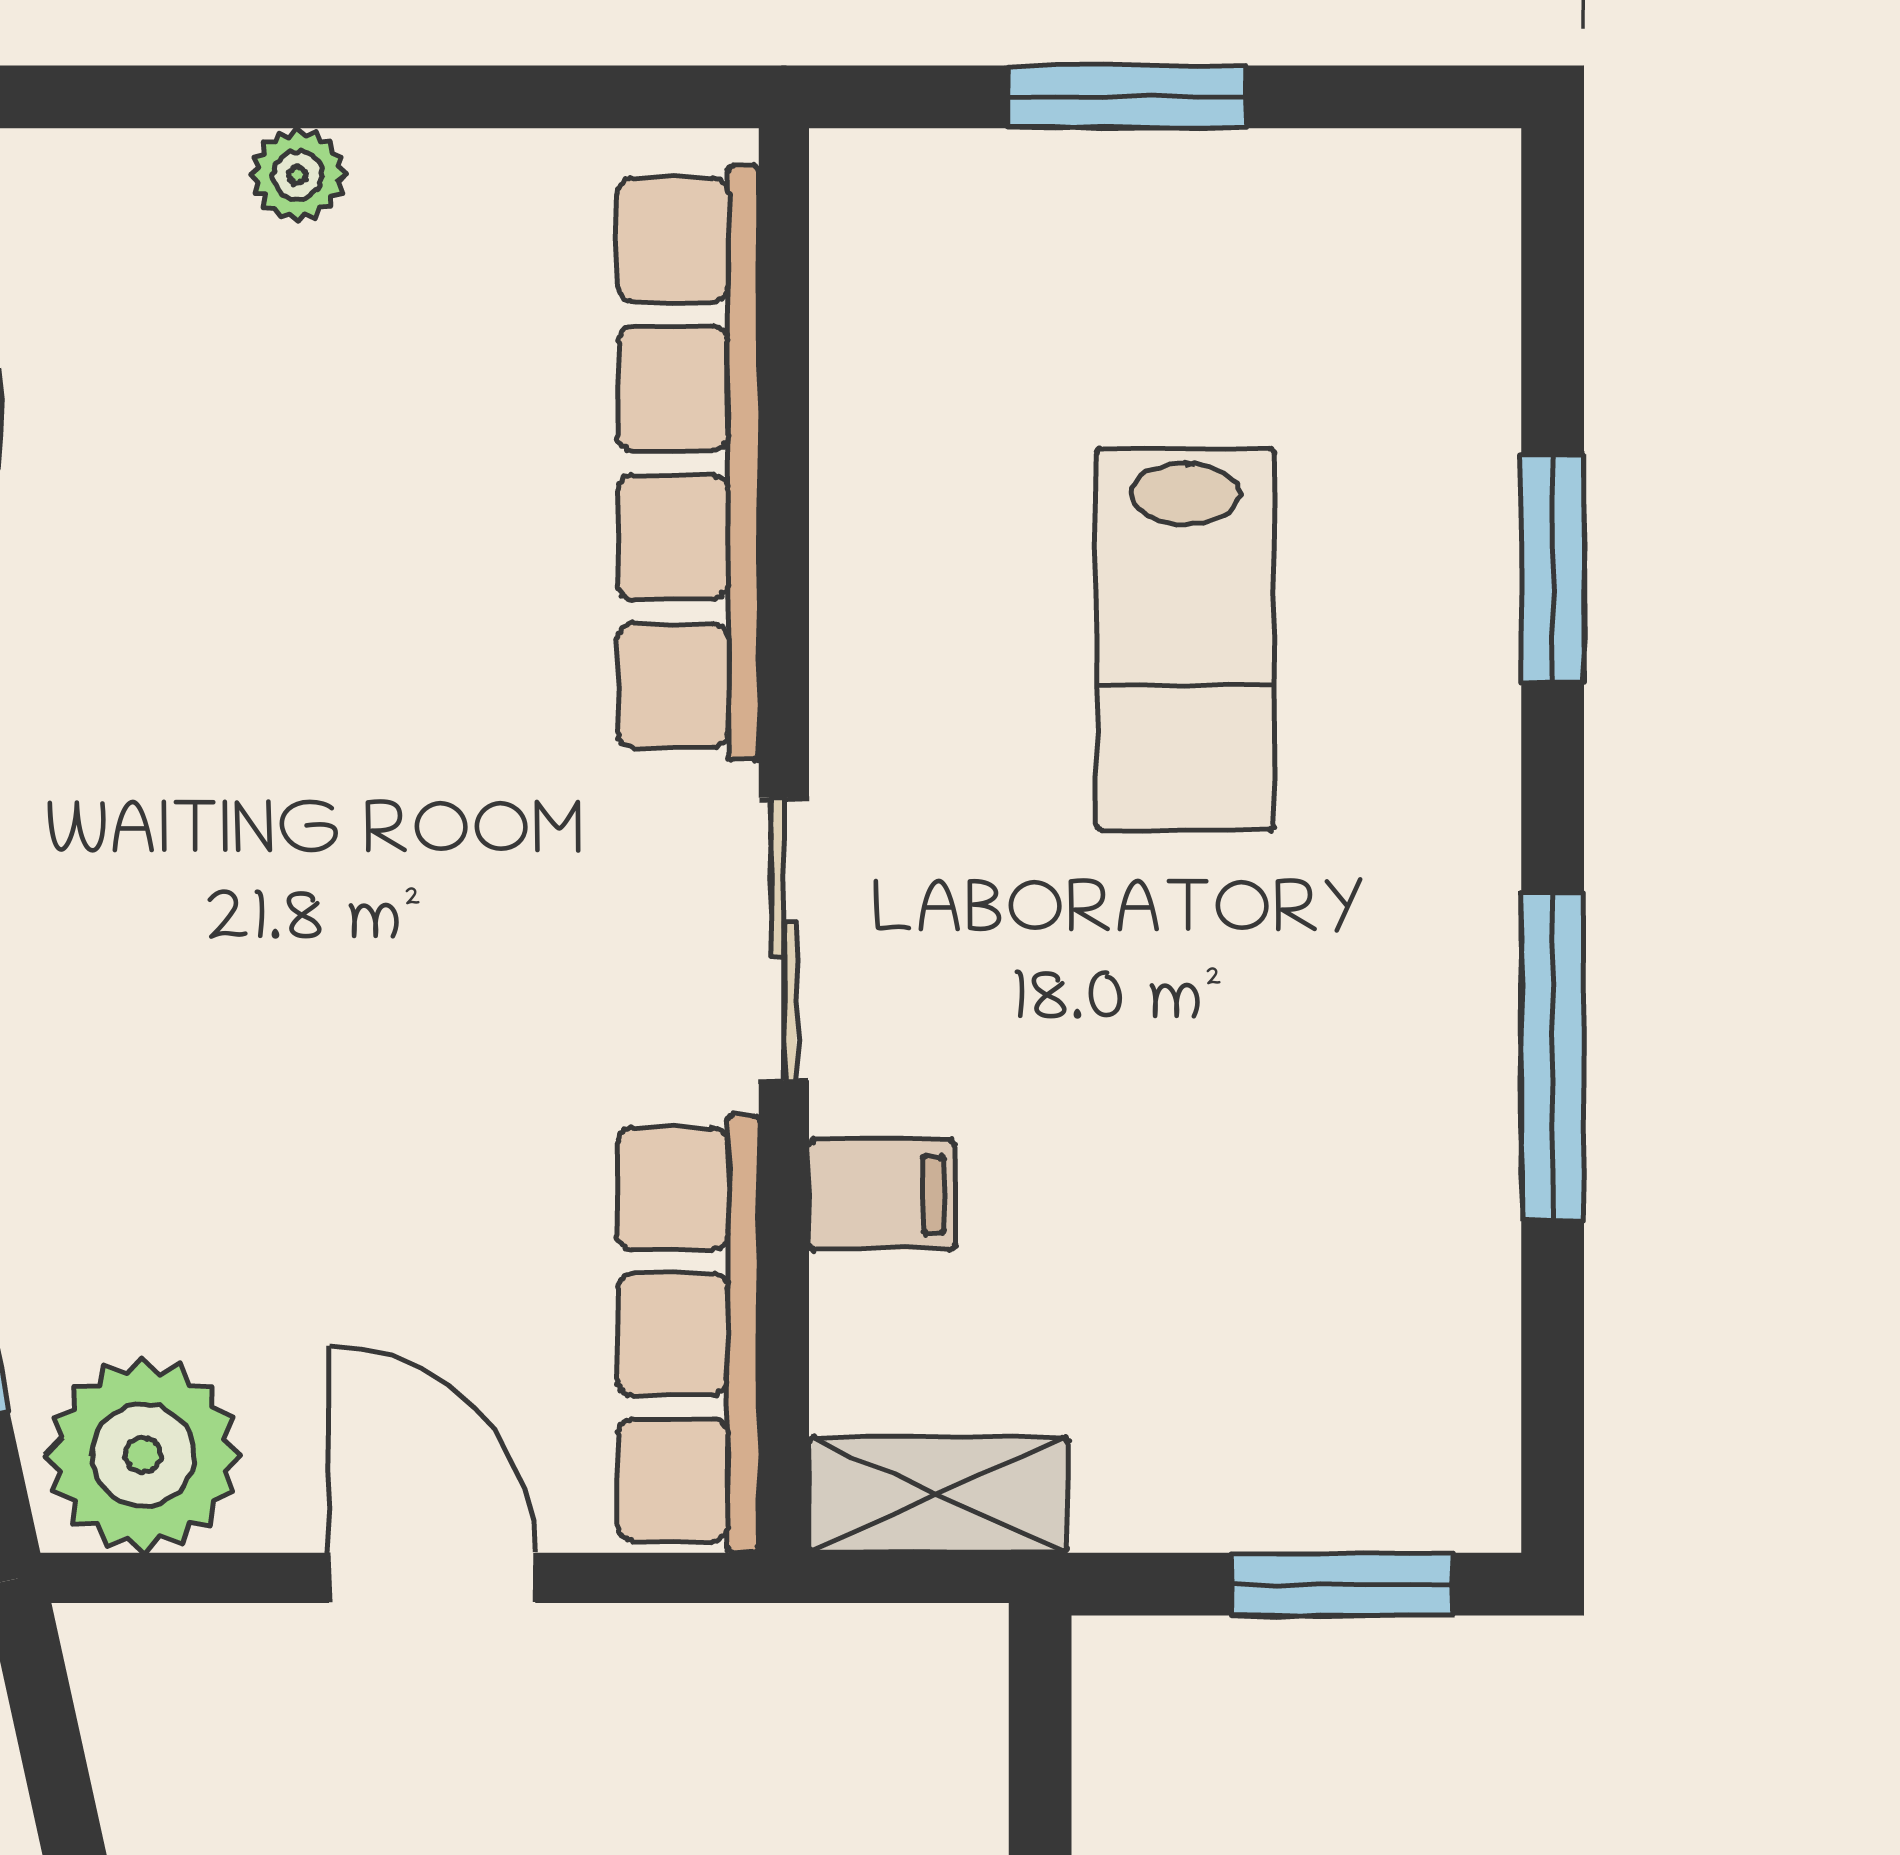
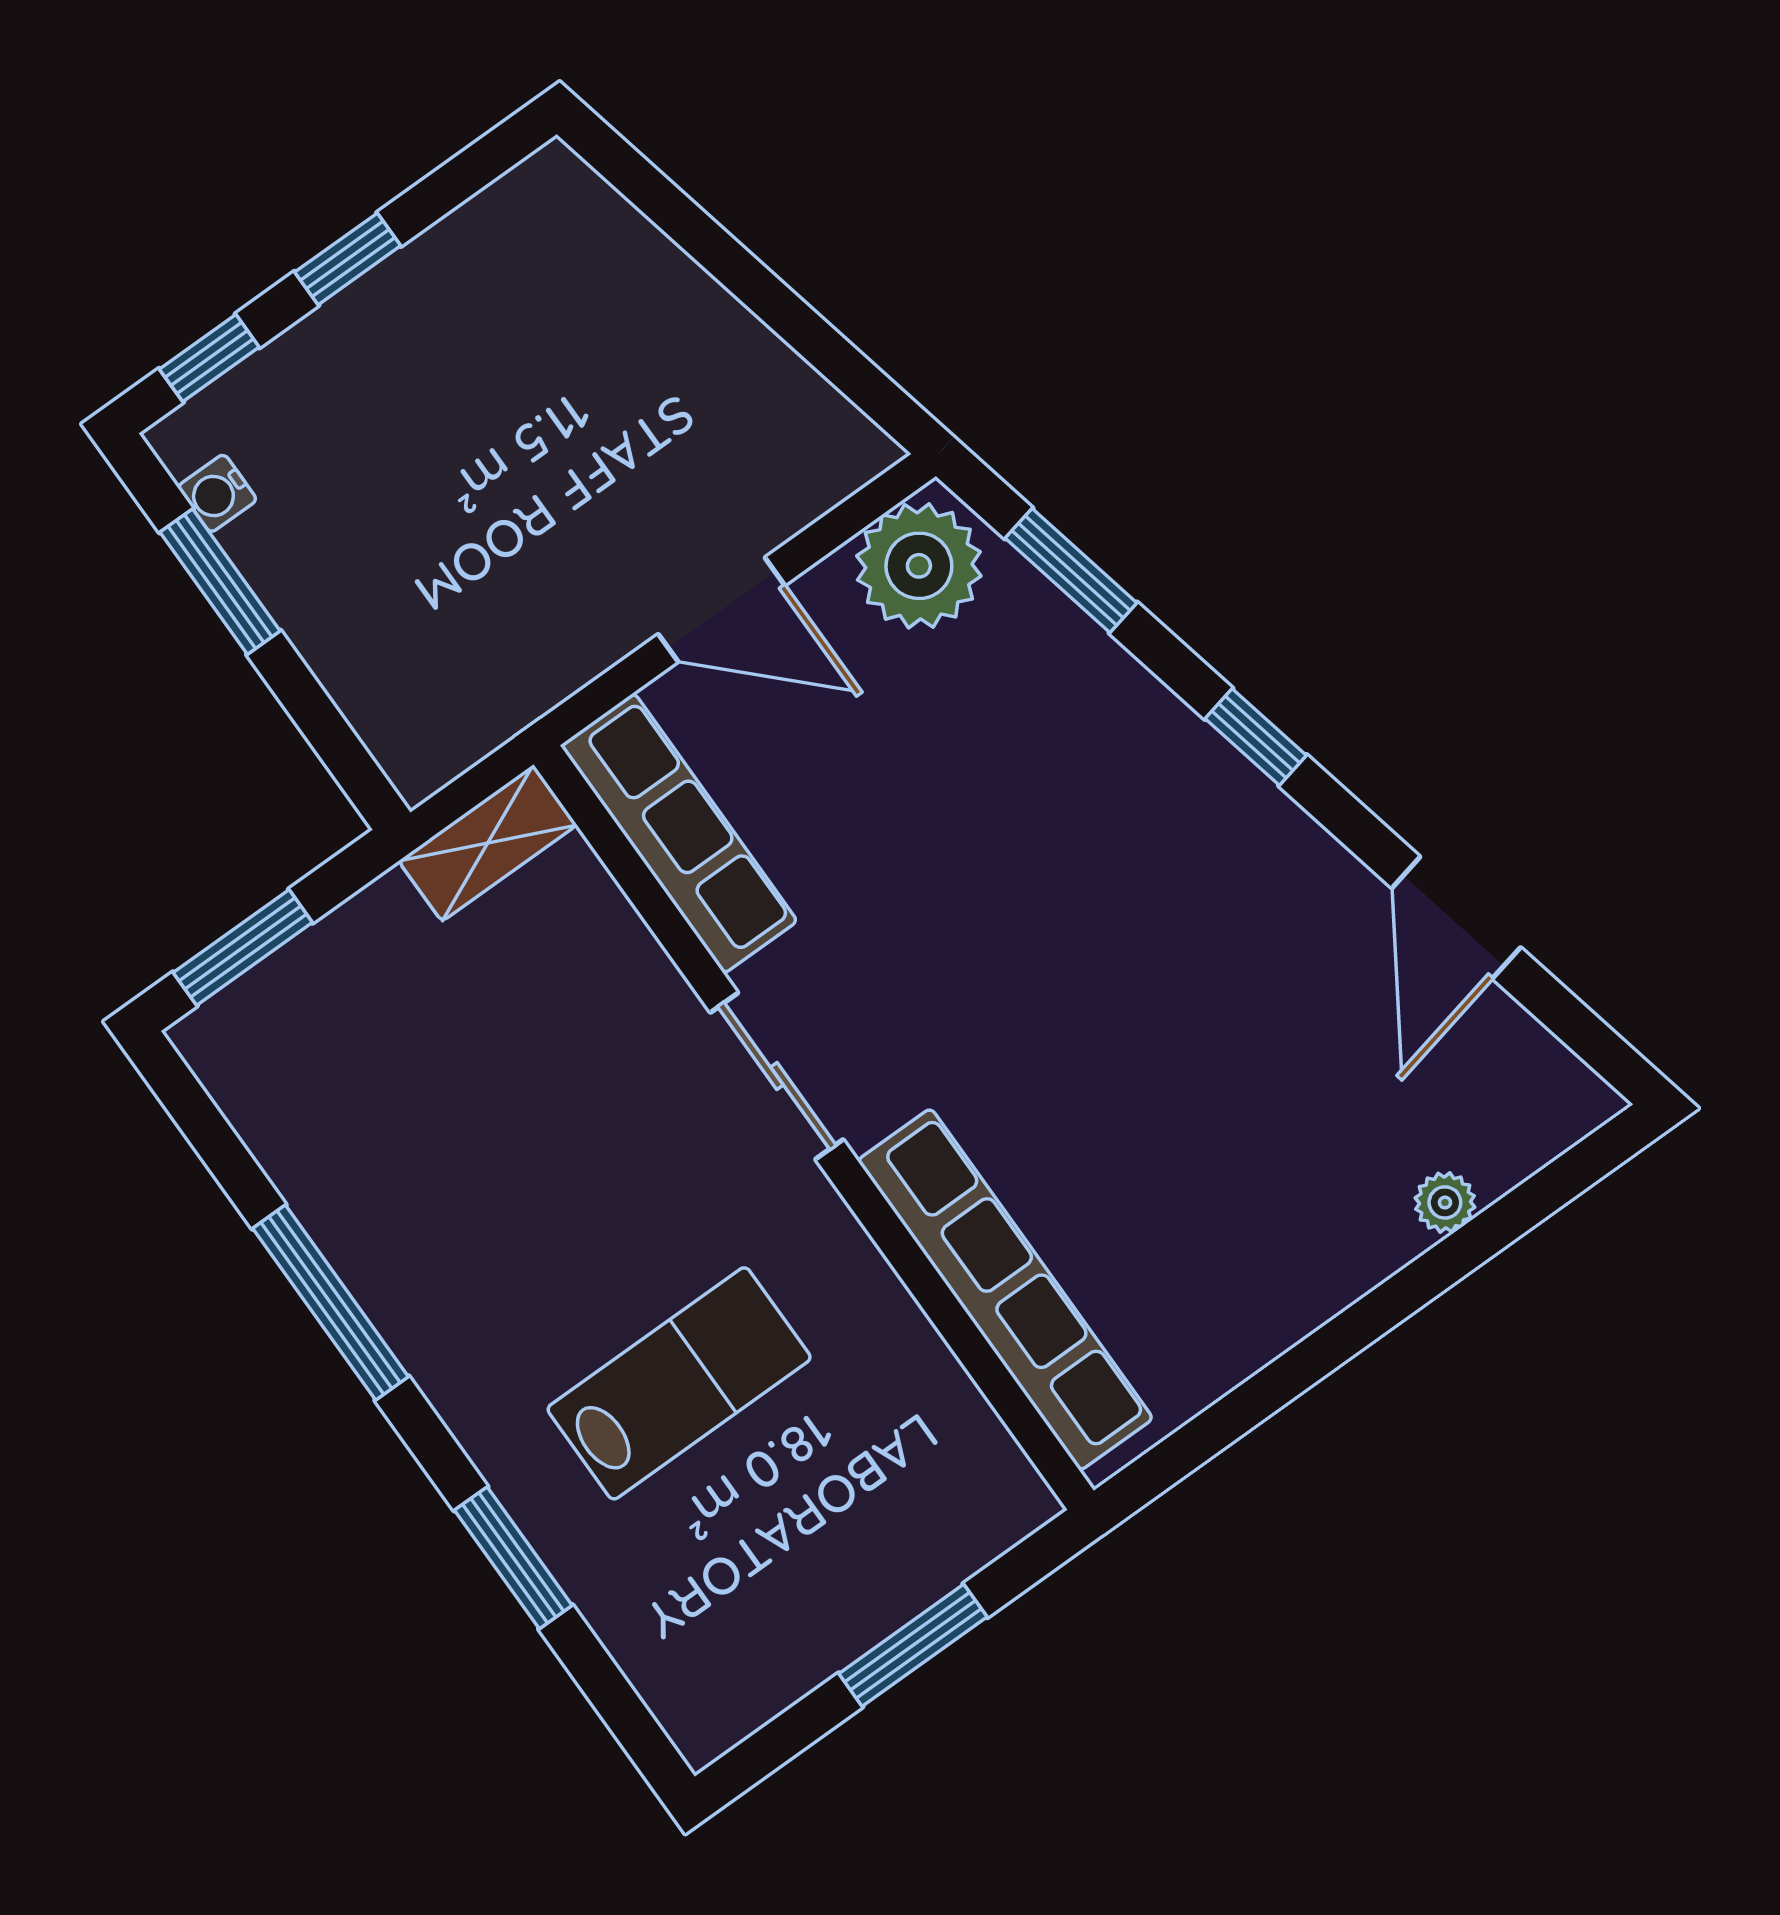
plant: (298, 175) -> (1445, 1202), moved
lab bench: (1185, 639) -> (679, 1383), turned 90
filing cabinet: (882, 1195) -> (630, 979), removed

